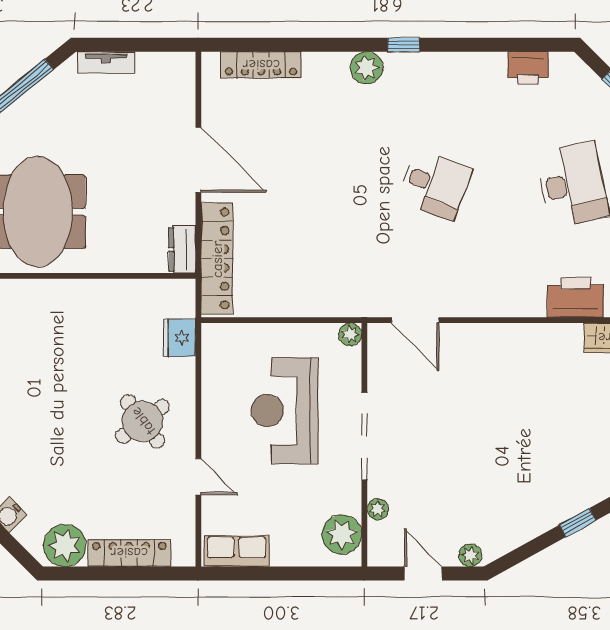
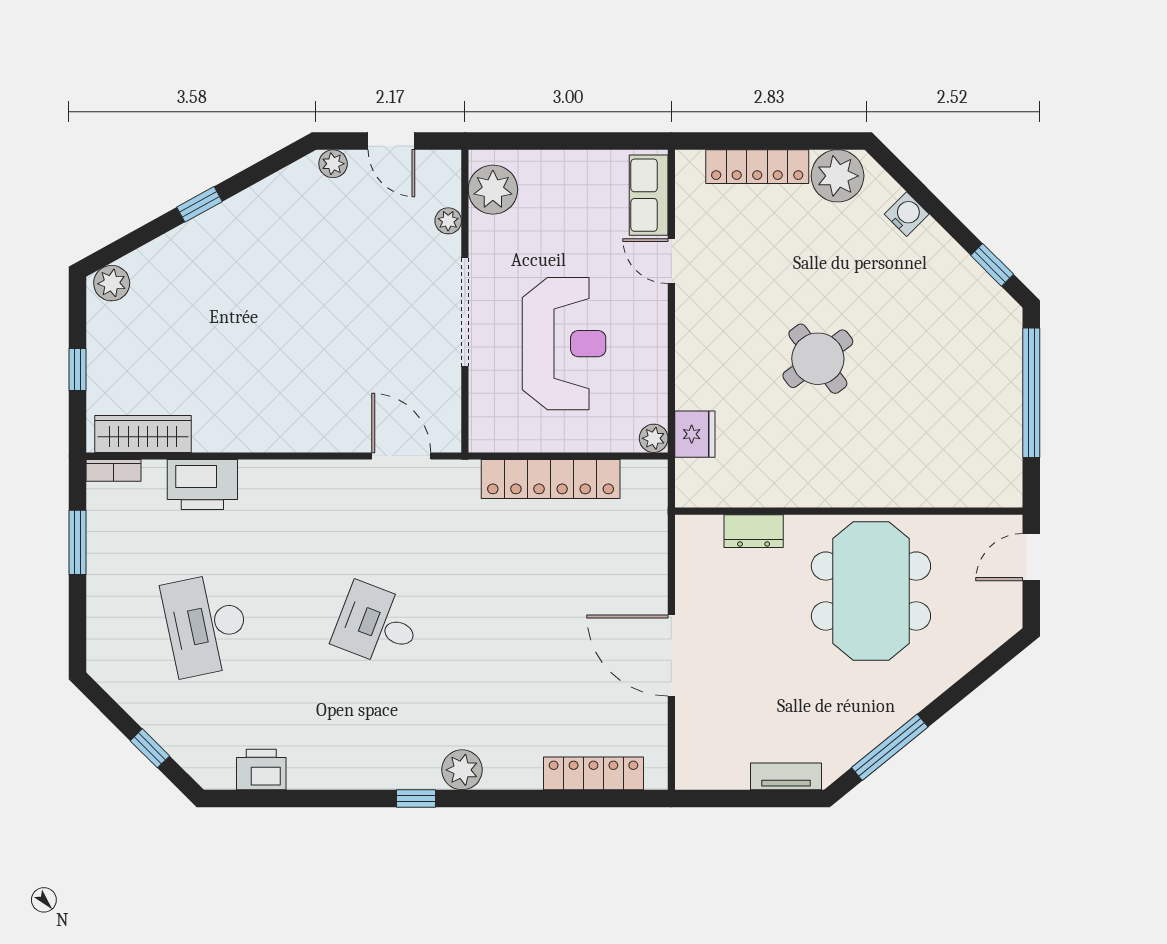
dresser: (182, 249) -> (754, 531), moved, turned 90
locker: (217, 259) -> (551, 479), moved, turned -90
plant: (350, 334) -> (654, 438), moved
round table: (143, 421) -> (818, 359), moved
row of seats: (237, 551) -> (649, 195), moved, turned 90

